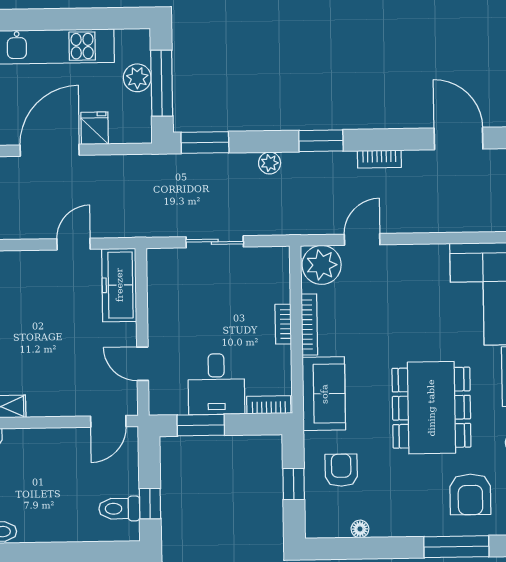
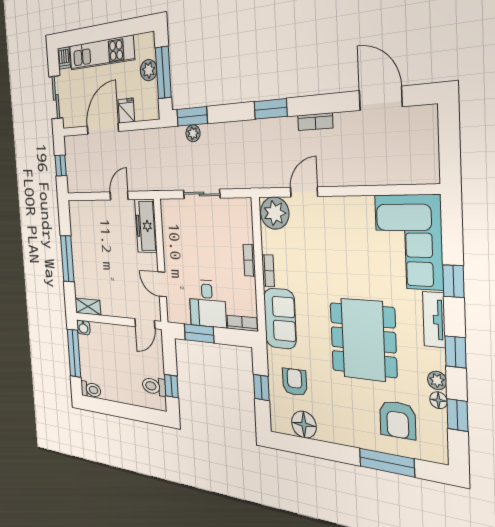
plant: (270, 163) -> (193, 133), moved
bookcase: (309, 325) -> (268, 271), width x0.64
floor lamp: (360, 529) -> (304, 425), width x1.89, depth x1.89

